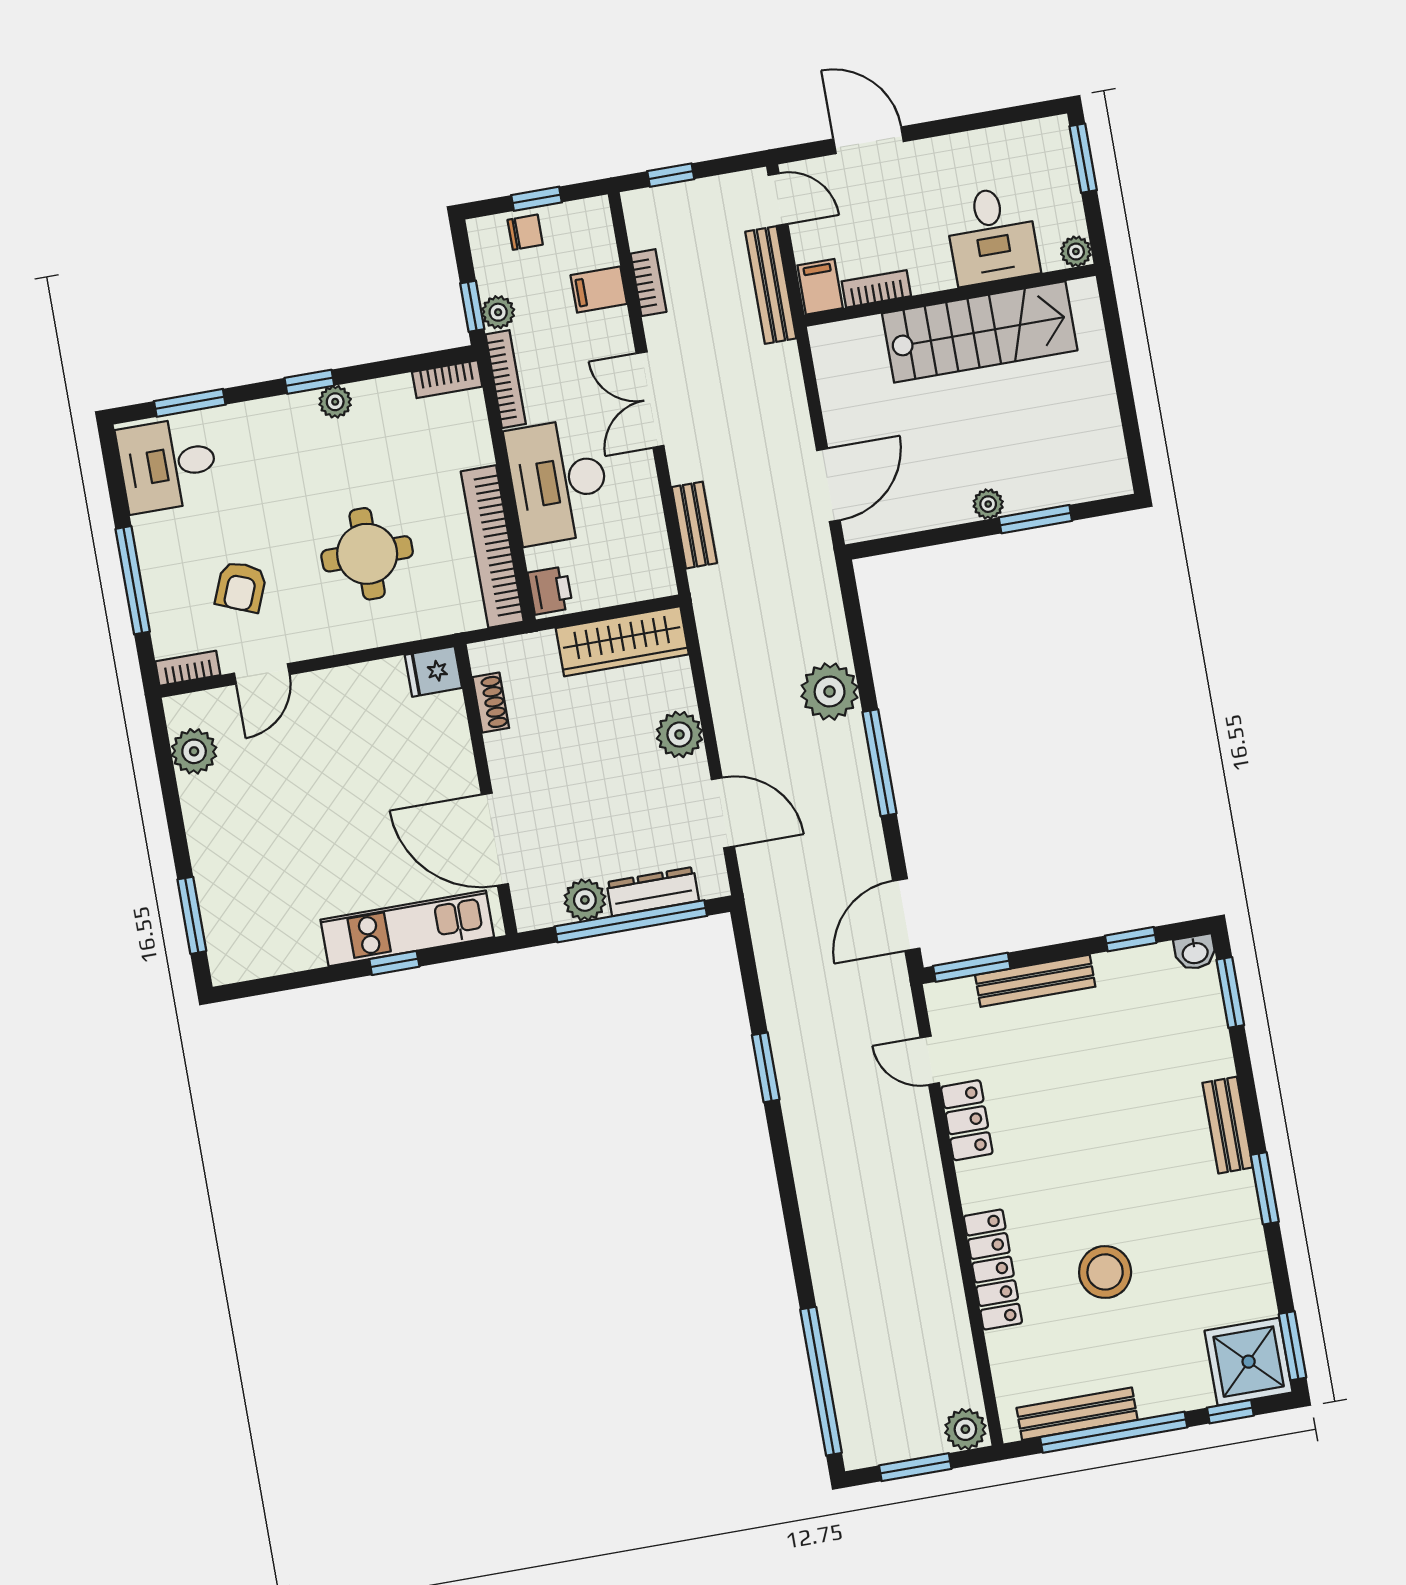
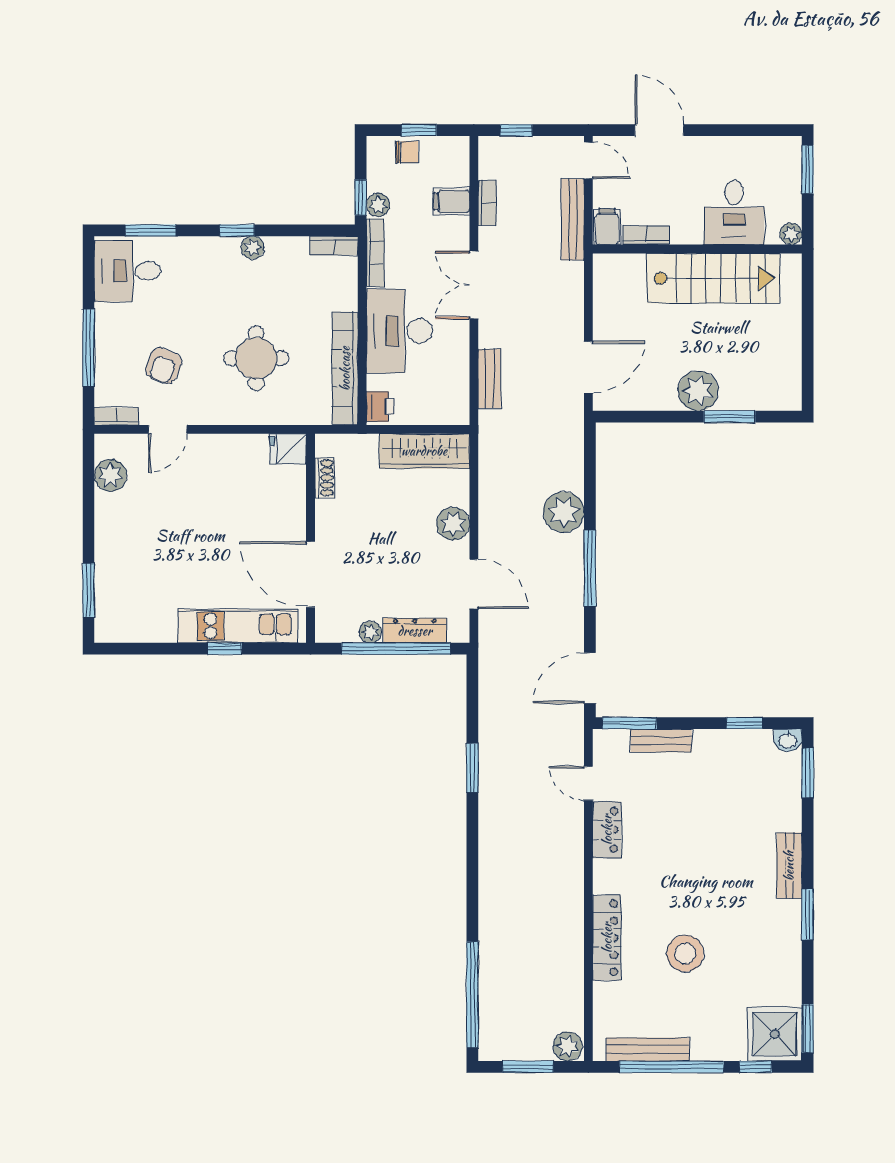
plant: (988, 504) -> (698, 391), width x1.87, depth x1.87
plant: (585, 900) -> (370, 632), width x0.73, depth x0.73
bench: (1035, 981) -> (661, 740), width x0.73

